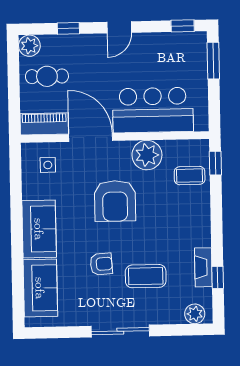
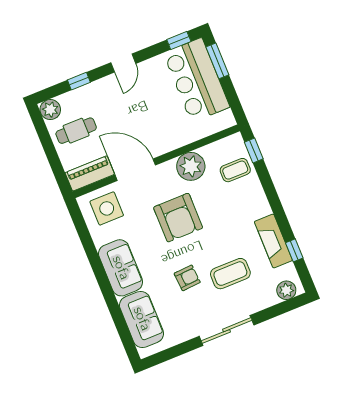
bar counter: (153, 110) -> (197, 80), moved, turned -90
side table: (48, 165) -> (107, 208), width x1.87, depth x1.87
fireplace: (203, 267) -> (273, 241), width x1.37, depth x1.32

